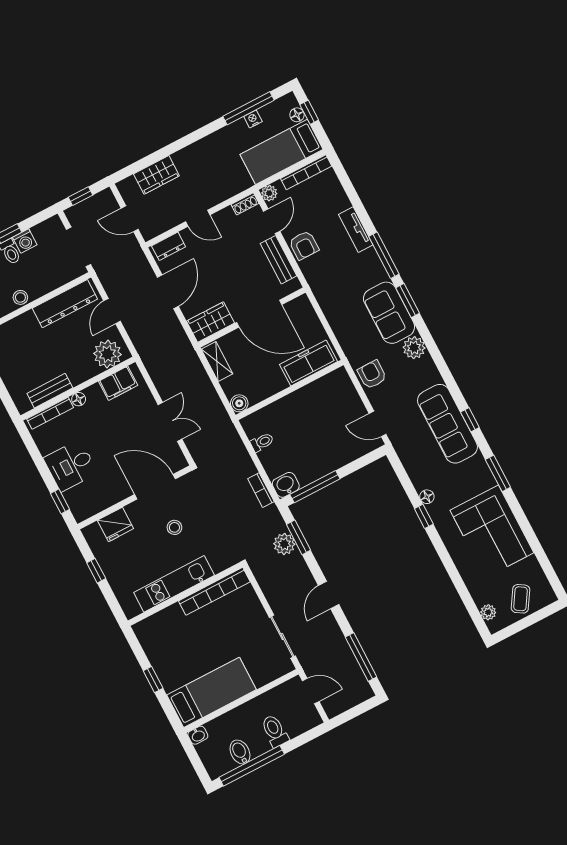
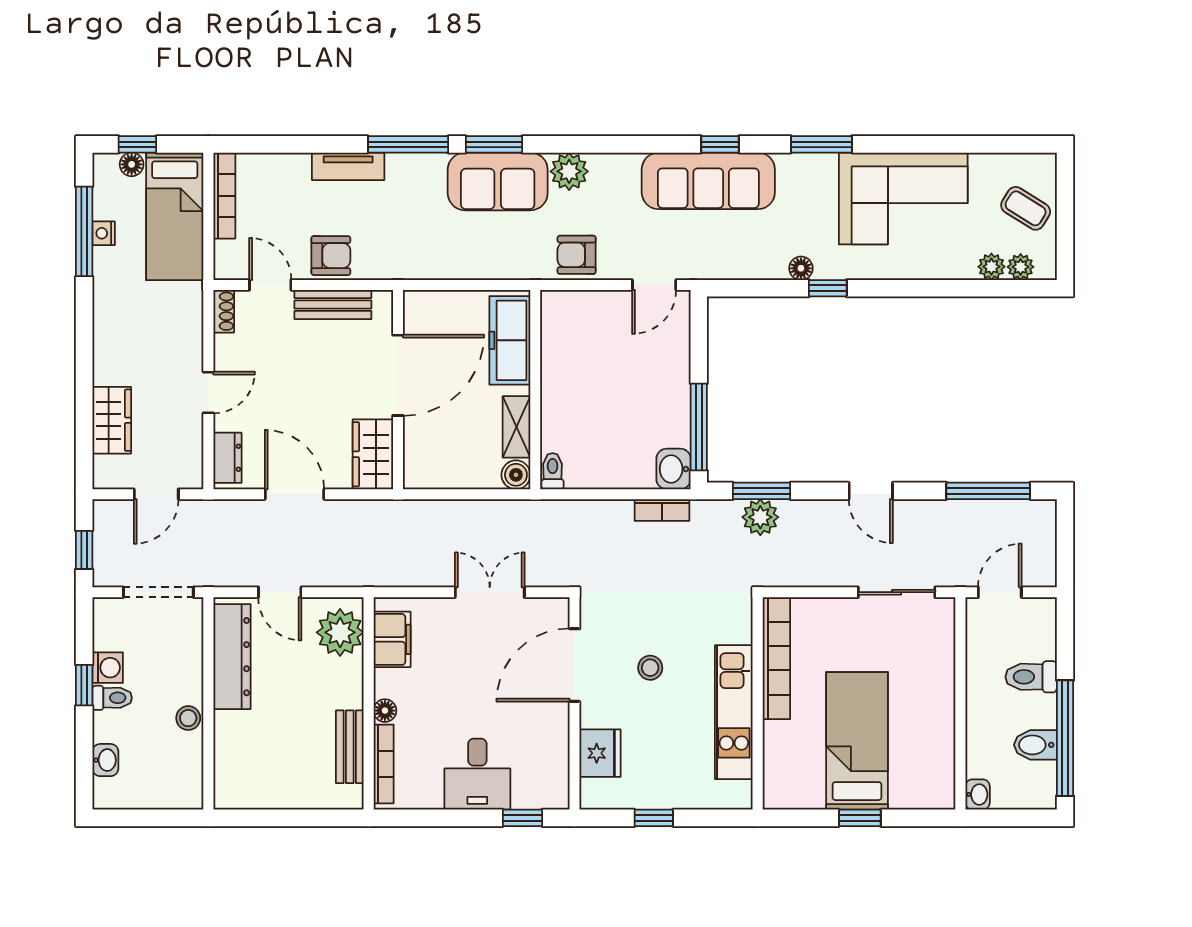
plant: (269, 193) -> (991, 267), moved
shelving: (217, 362) -> (517, 427), moved, turned 90
toilet: (262, 442) -> (553, 471), moved
bed: (212, 692) -> (857, 741), moved

